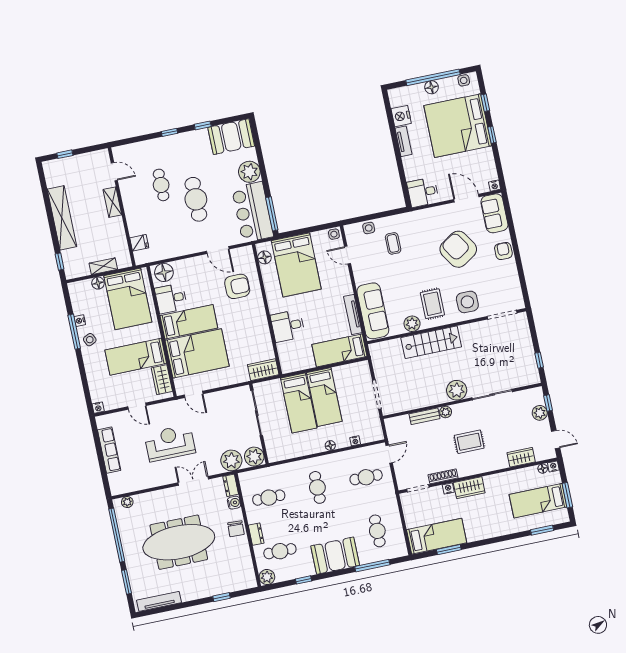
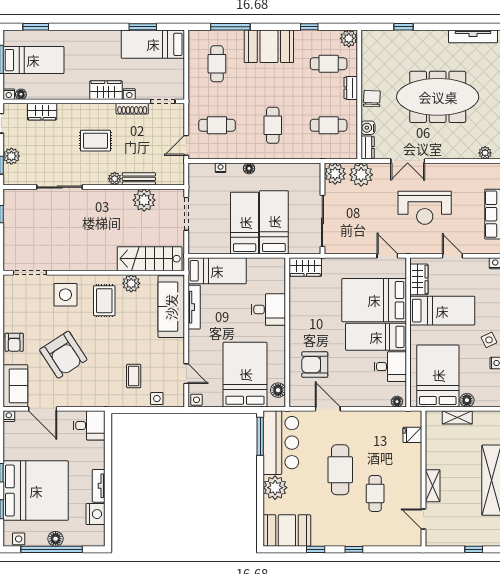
floor lamp: (164, 272) -> (397, 402), width x0.53, depth x0.53
stairs: (431, 342) -> (150, 259), moved
plant: (457, 390) -> (144, 200), moved

